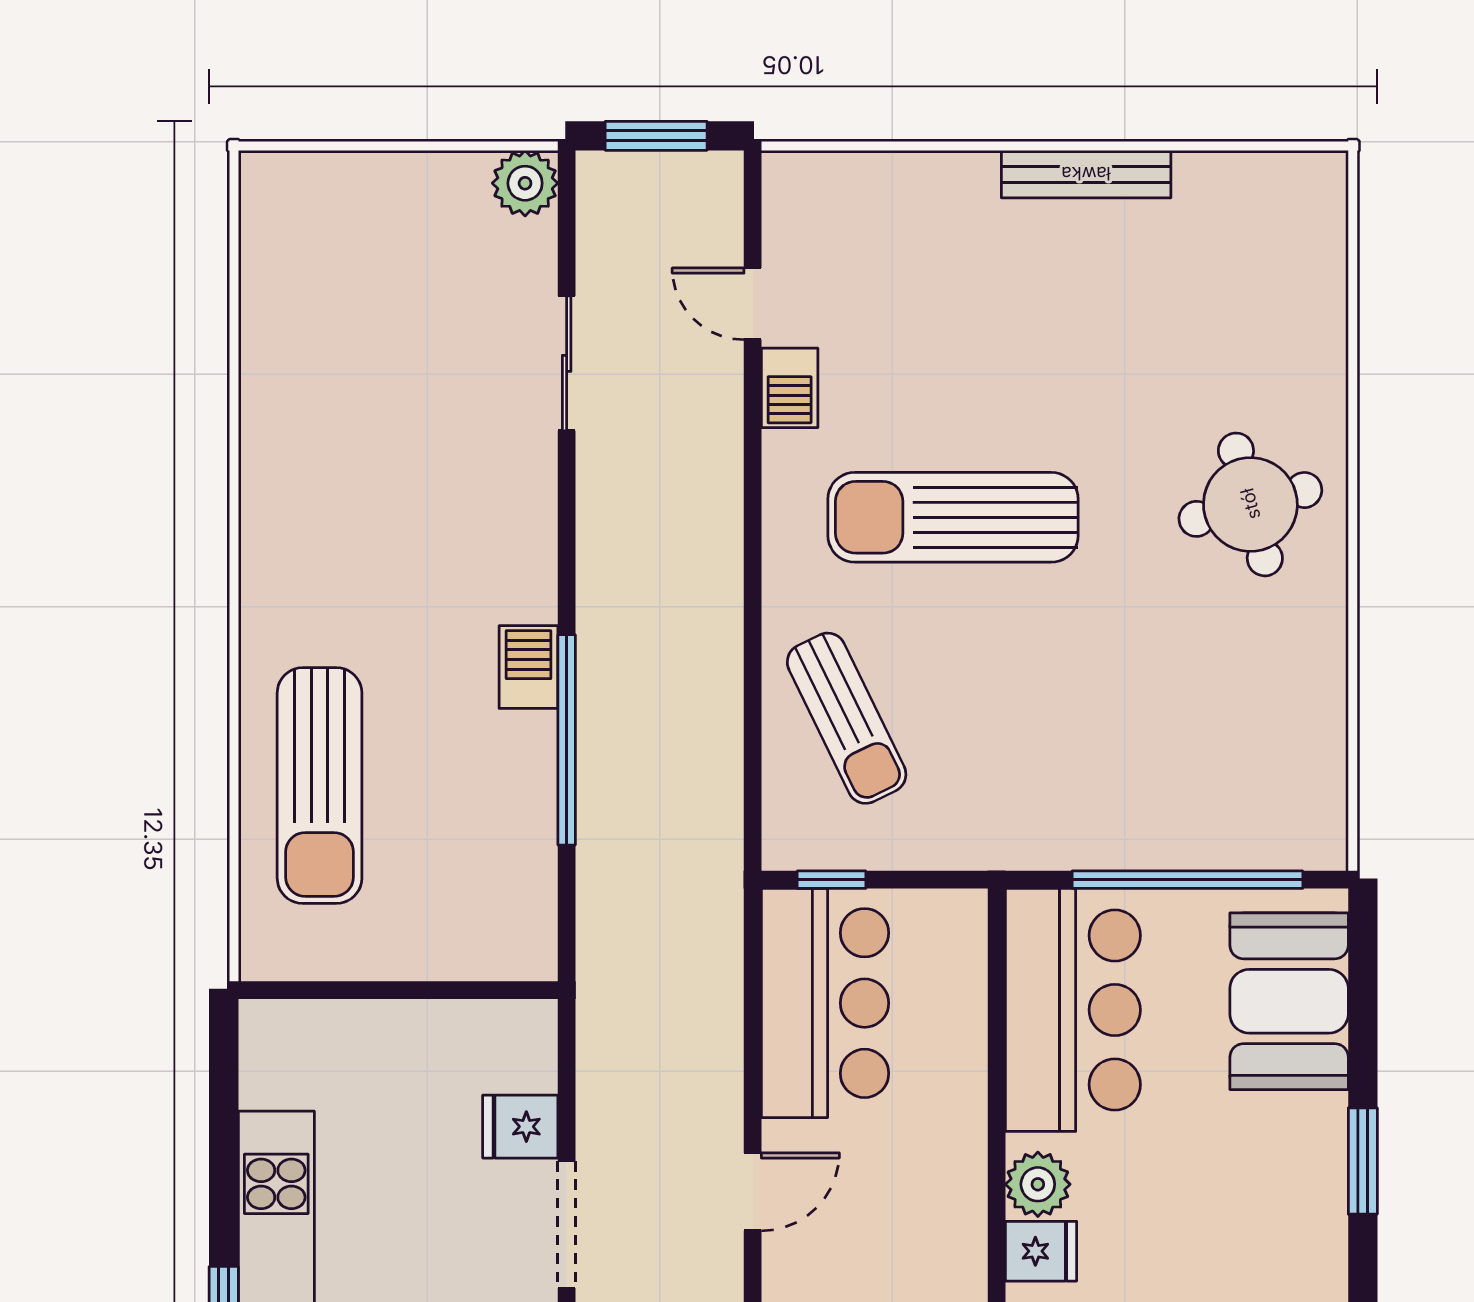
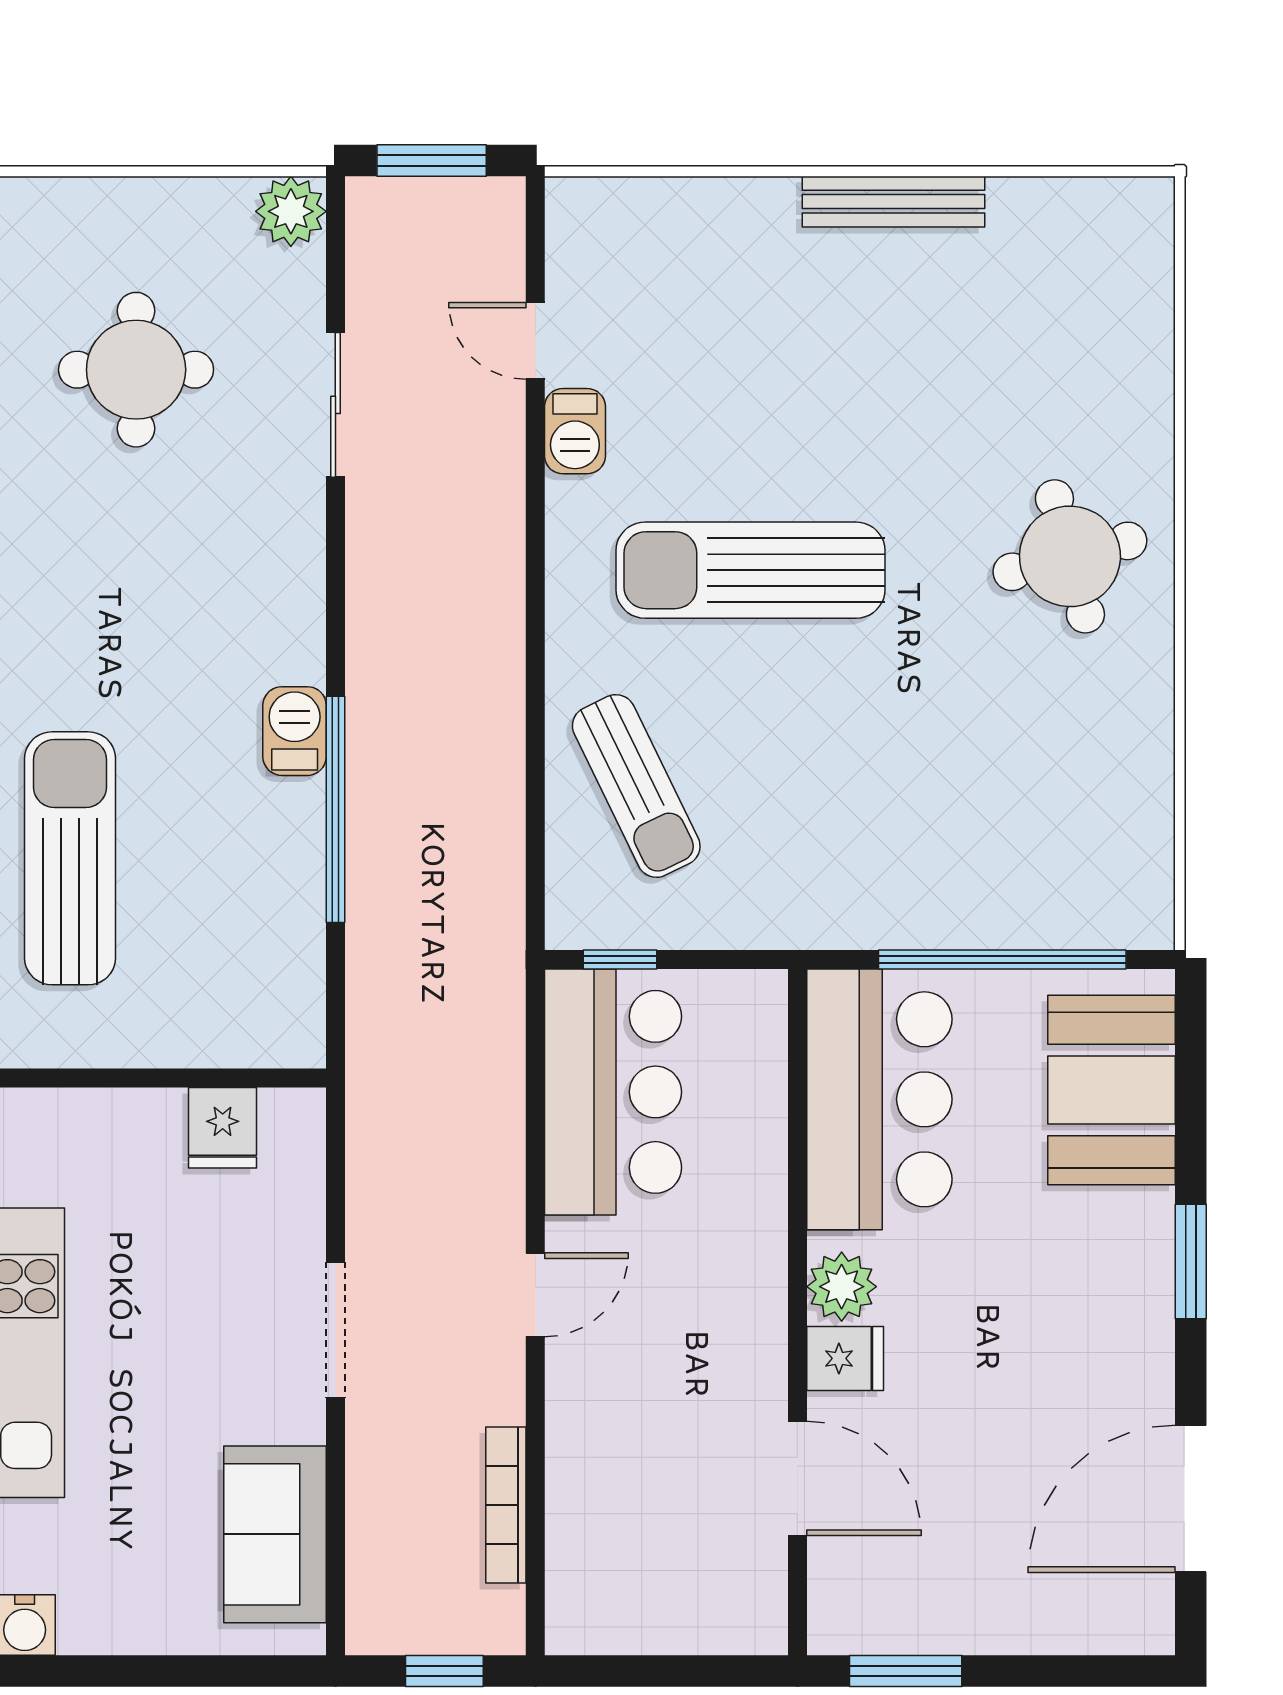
round table: (381, 331) -> (136, 370), added
sun lounger: (320, 786) -> (70, 858), turned 180
fridge: (520, 1127) -> (223, 1128), moved, turned -90

